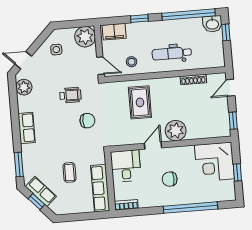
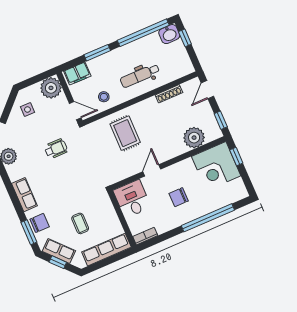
window: (139, 19) -> (97, 53), width x1.50
chair: (87, 121) -> (40, 223), moved
plant: (176, 131) -> (194, 138), moved
window: (237, 172) -> (236, 157), moved
row of seats: (100, 188) -> (106, 250), moved, turned 90

